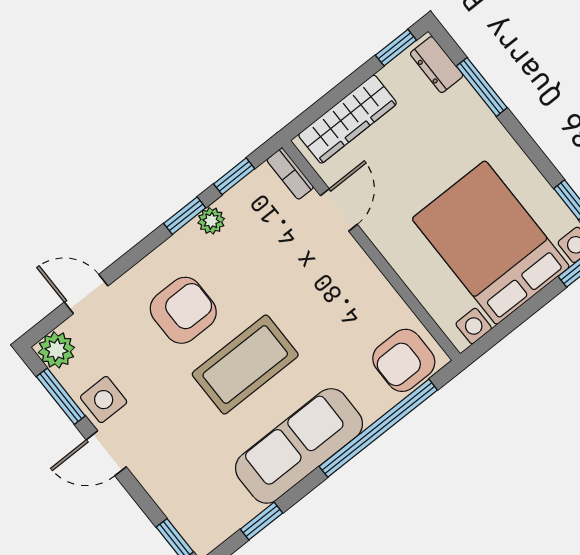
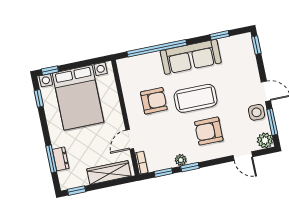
dresser: (437, 65) -> (61, 159), moved
armchair: (404, 360) -> (154, 101), moved

